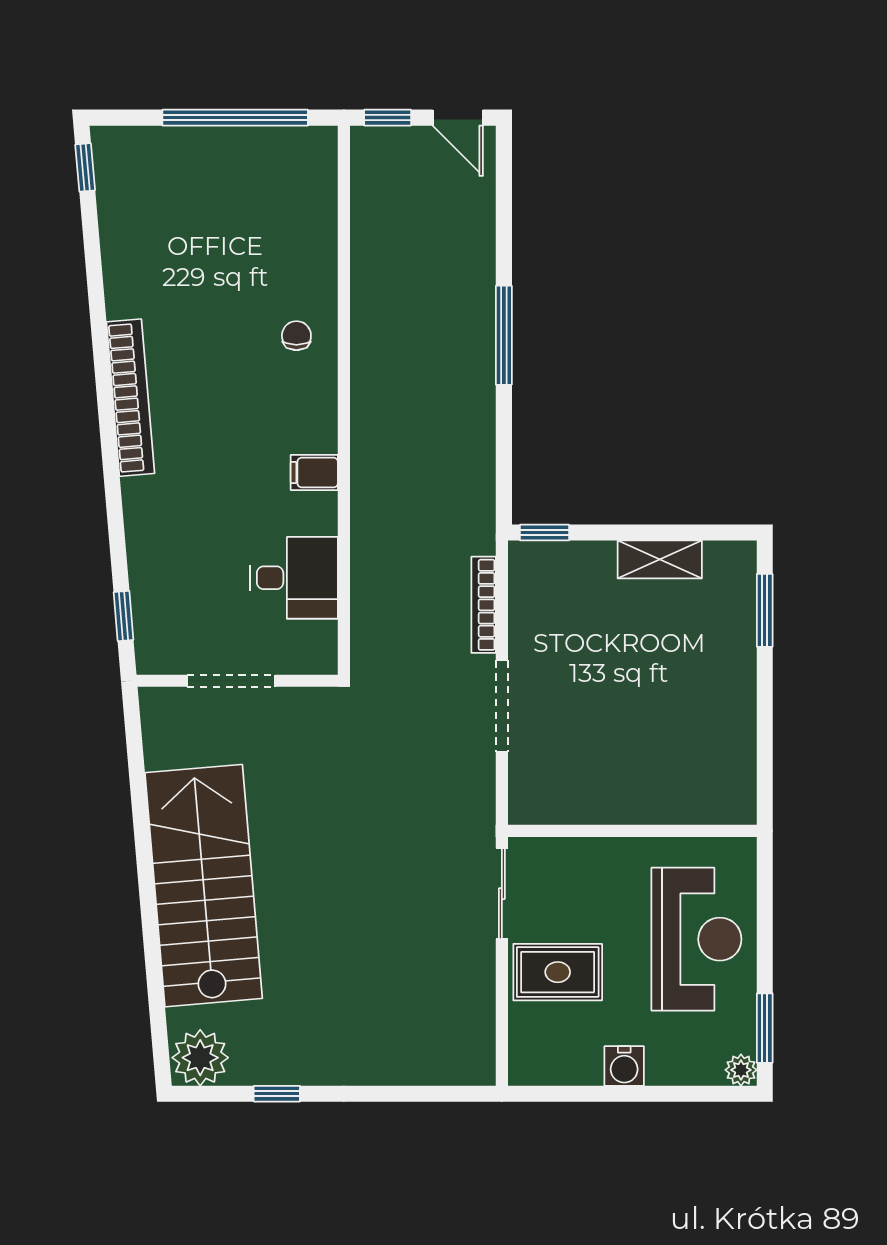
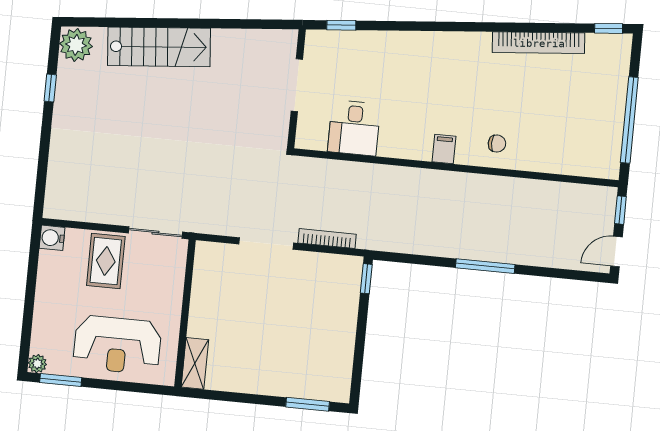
bookcase: (130, 398) -> (539, 43), moved
filing cabinet: (314, 473) -> (444, 149), moved
shelving: (660, 559) -> (195, 363), moved
stairs: (204, 886) -> (159, 47), width x0.73, depth x0.66
water cooler: (624, 1066) -> (52, 238), moved

